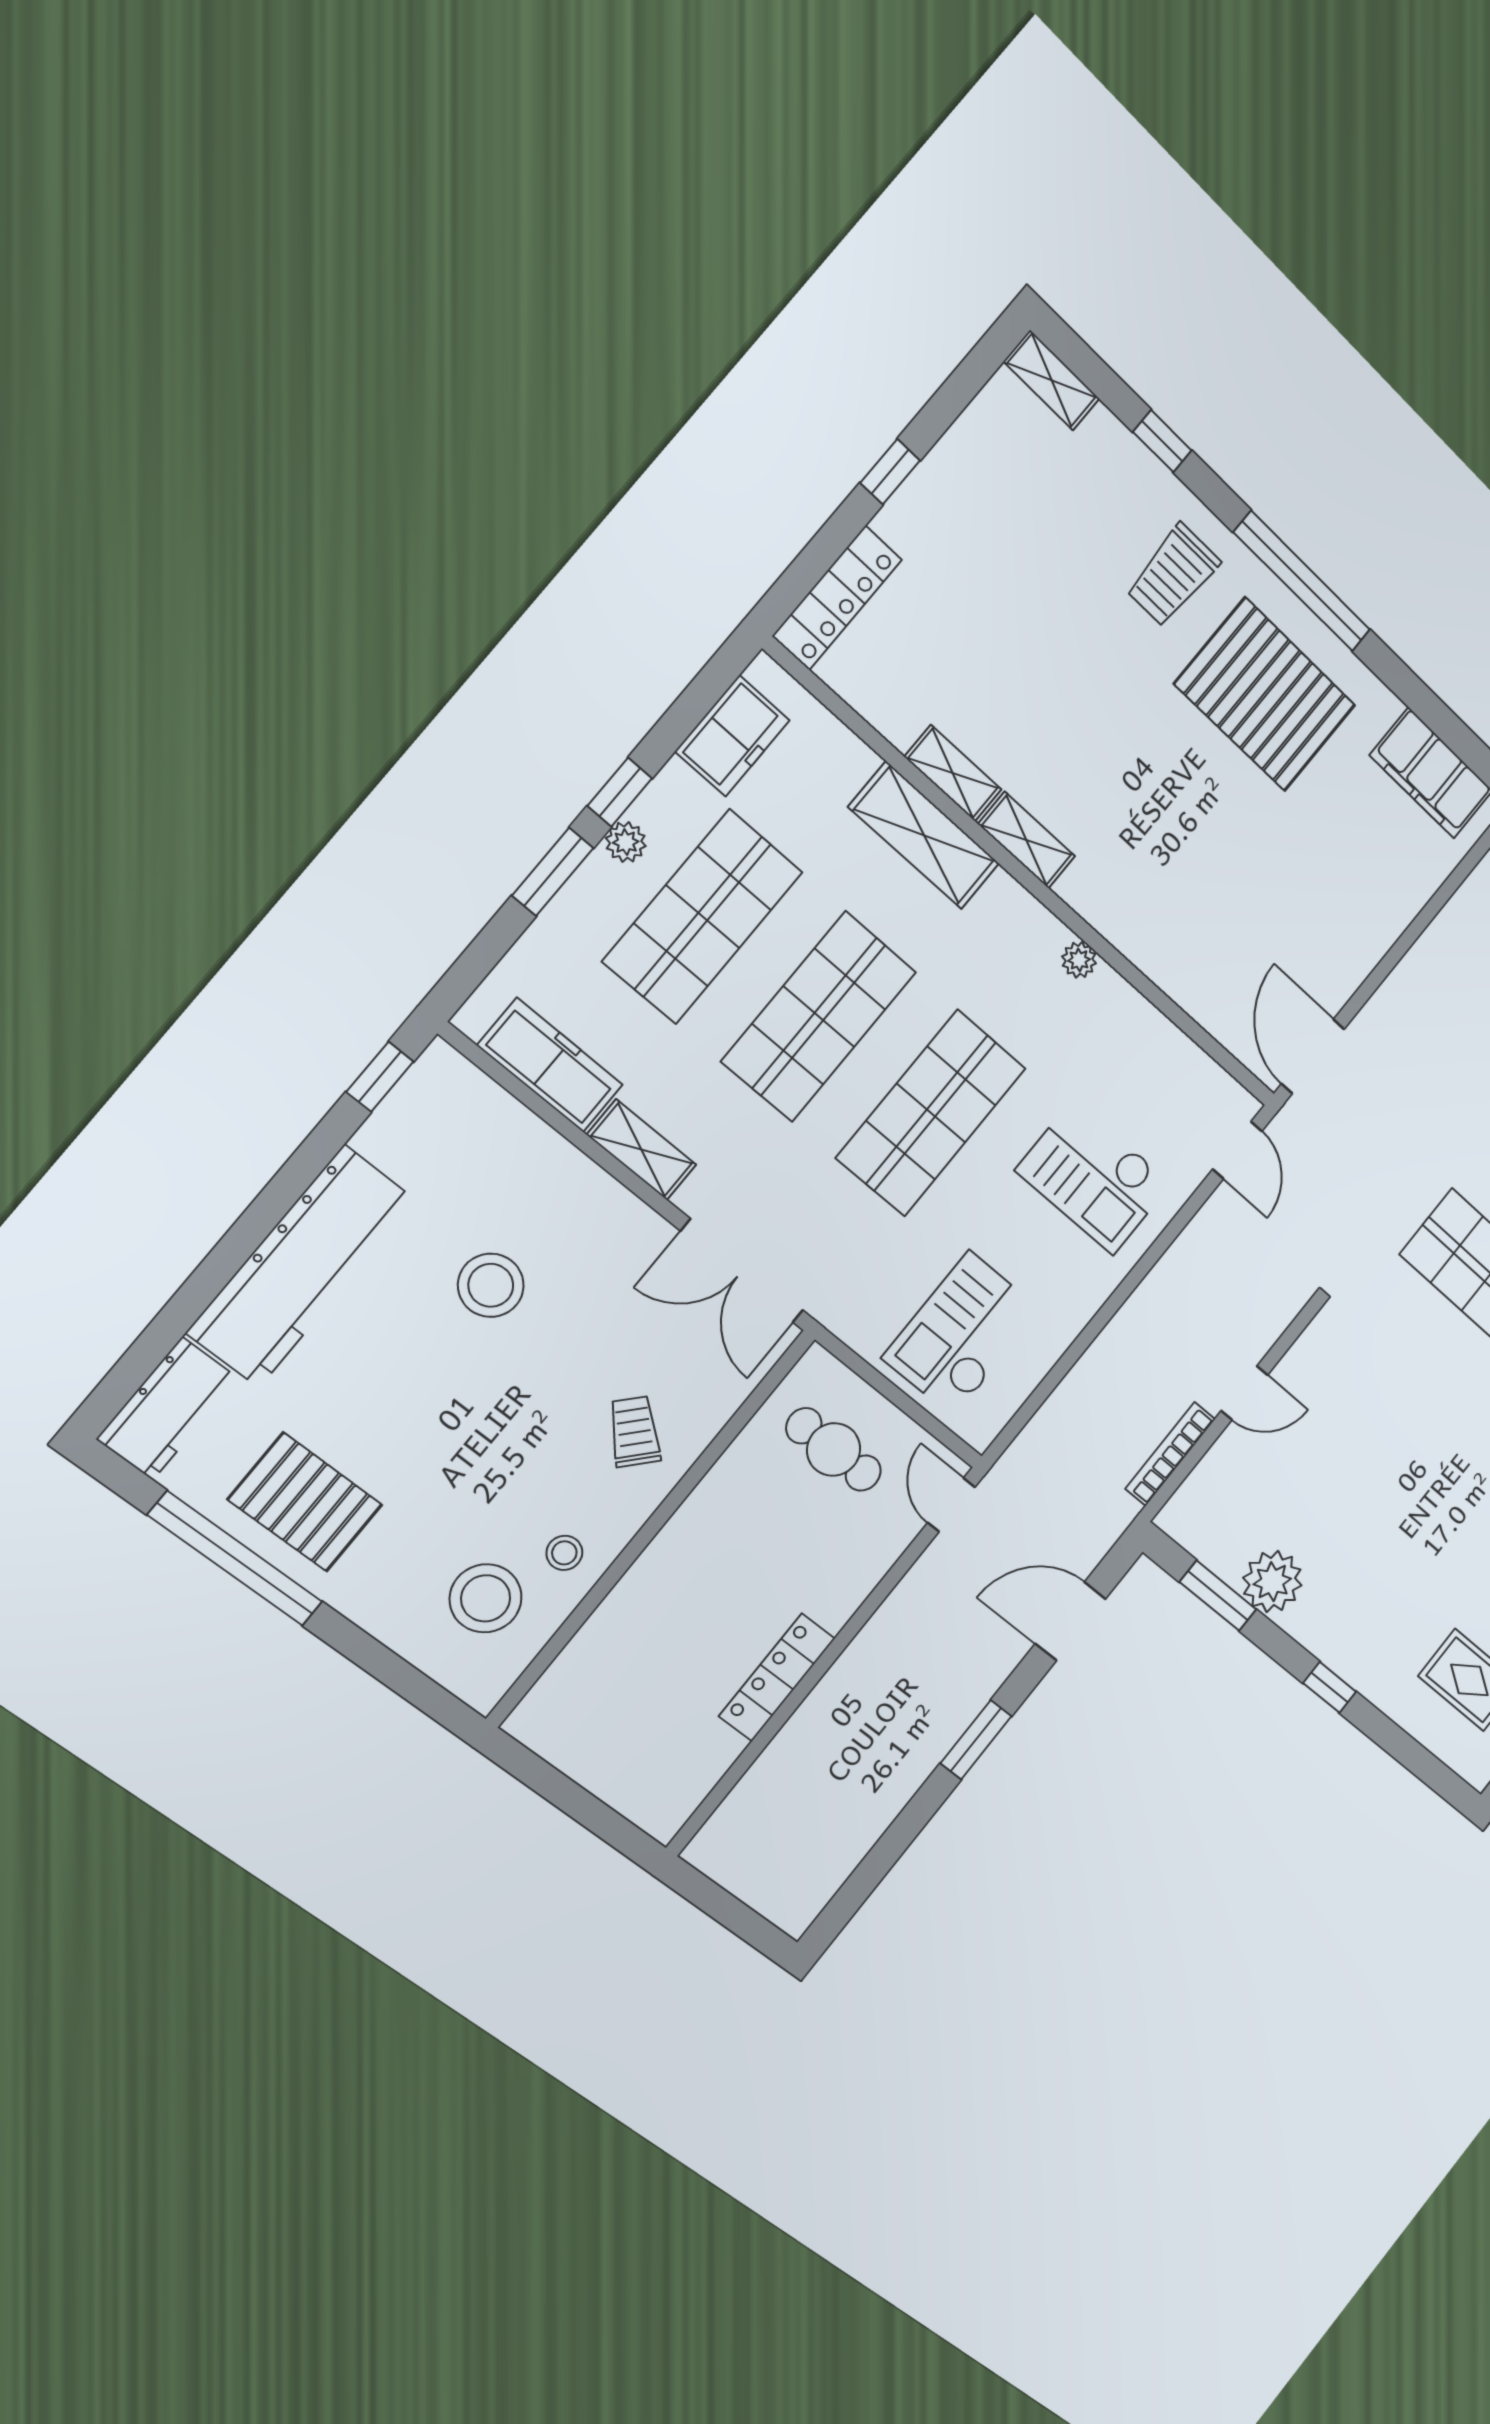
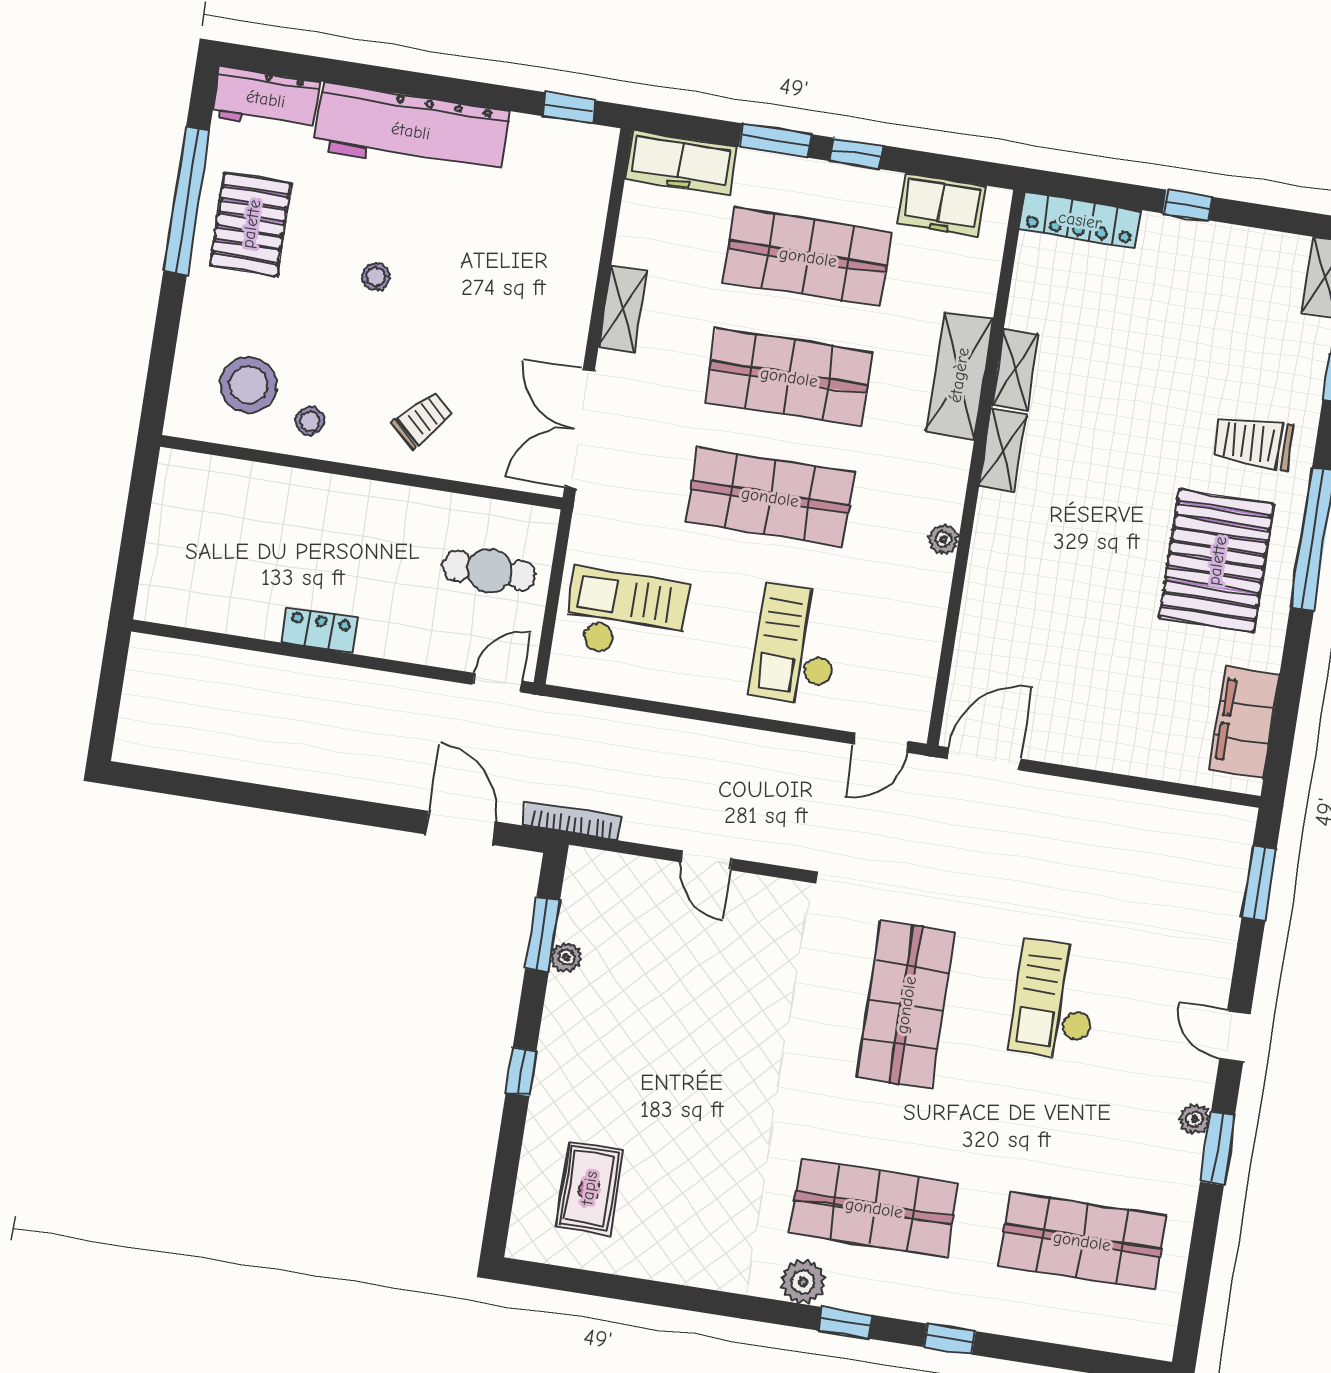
plant: (626, 842) -> (825, 176), removed
freezer: (550, 1065) -> (681, 163), moved, turned 90
stool: (491, 1285) -> (376, 277), moved, width x0.53, depth x0.53
cafe table: (834, 1449) -> (489, 570), turned 90
bookcase: (1170, 1454) -> (572, 821), moved
plant: (1272, 1582) -> (566, 957), width x0.53, depth x0.53
locker: (777, 1677) -> (320, 630), width x0.66
window: (976, 1740) -> (333, 808), removed

